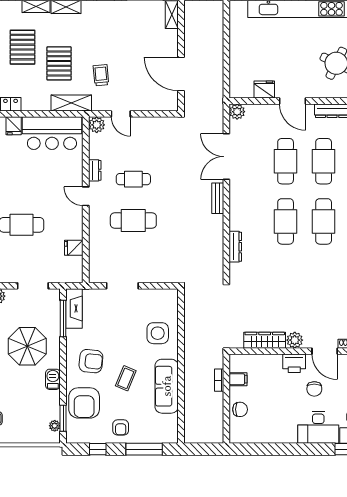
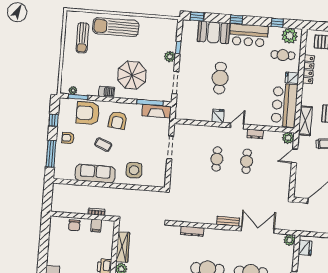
fridge: (264, 89) -> (305, 248), moved
cafe table: (133, 220) -> (217, 159), width x0.73, depth x0.74
fridge: (74, 248) -> (218, 116), moved

